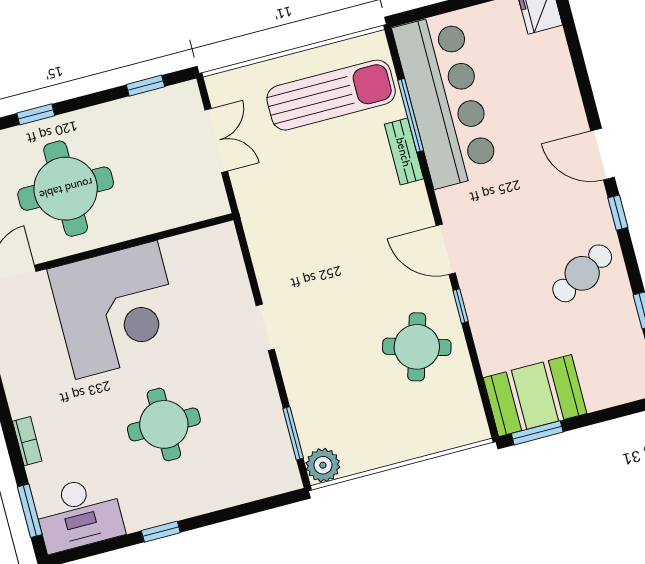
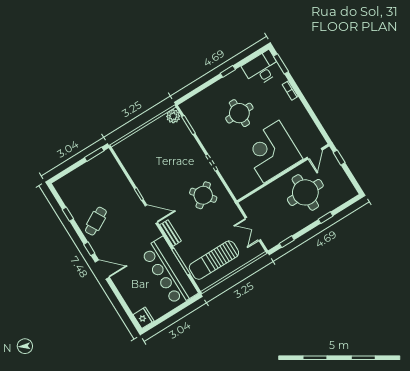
bench: (404, 152) -> (170, 233), moved
round table: (417, 347) -> (203, 195), moved, turned 35
booth: (535, 396) -> (100, 168), removed

